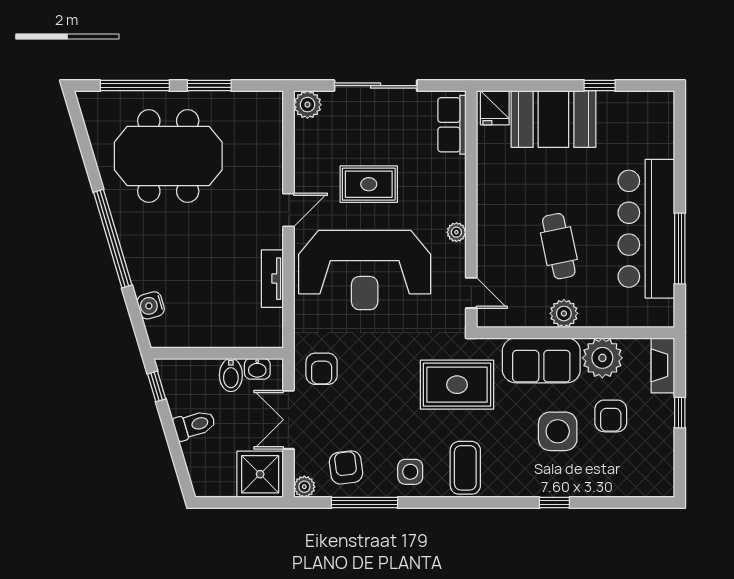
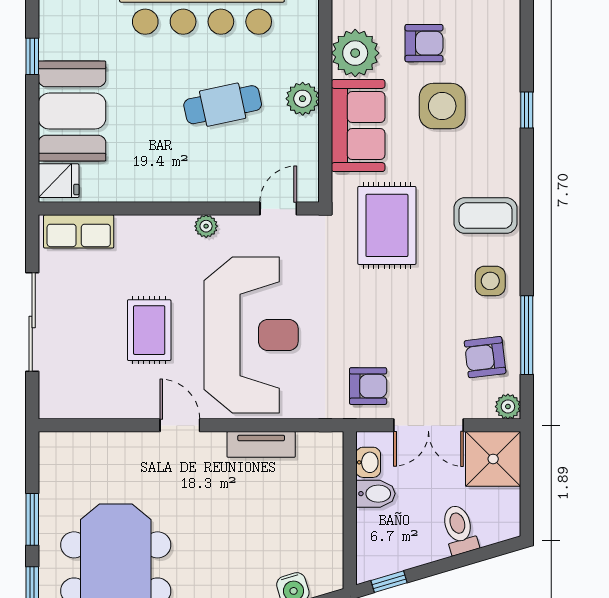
plant: (307, 105) -> (55, 403), removed
toilet: (194, 425) -> (459, 530), moved

